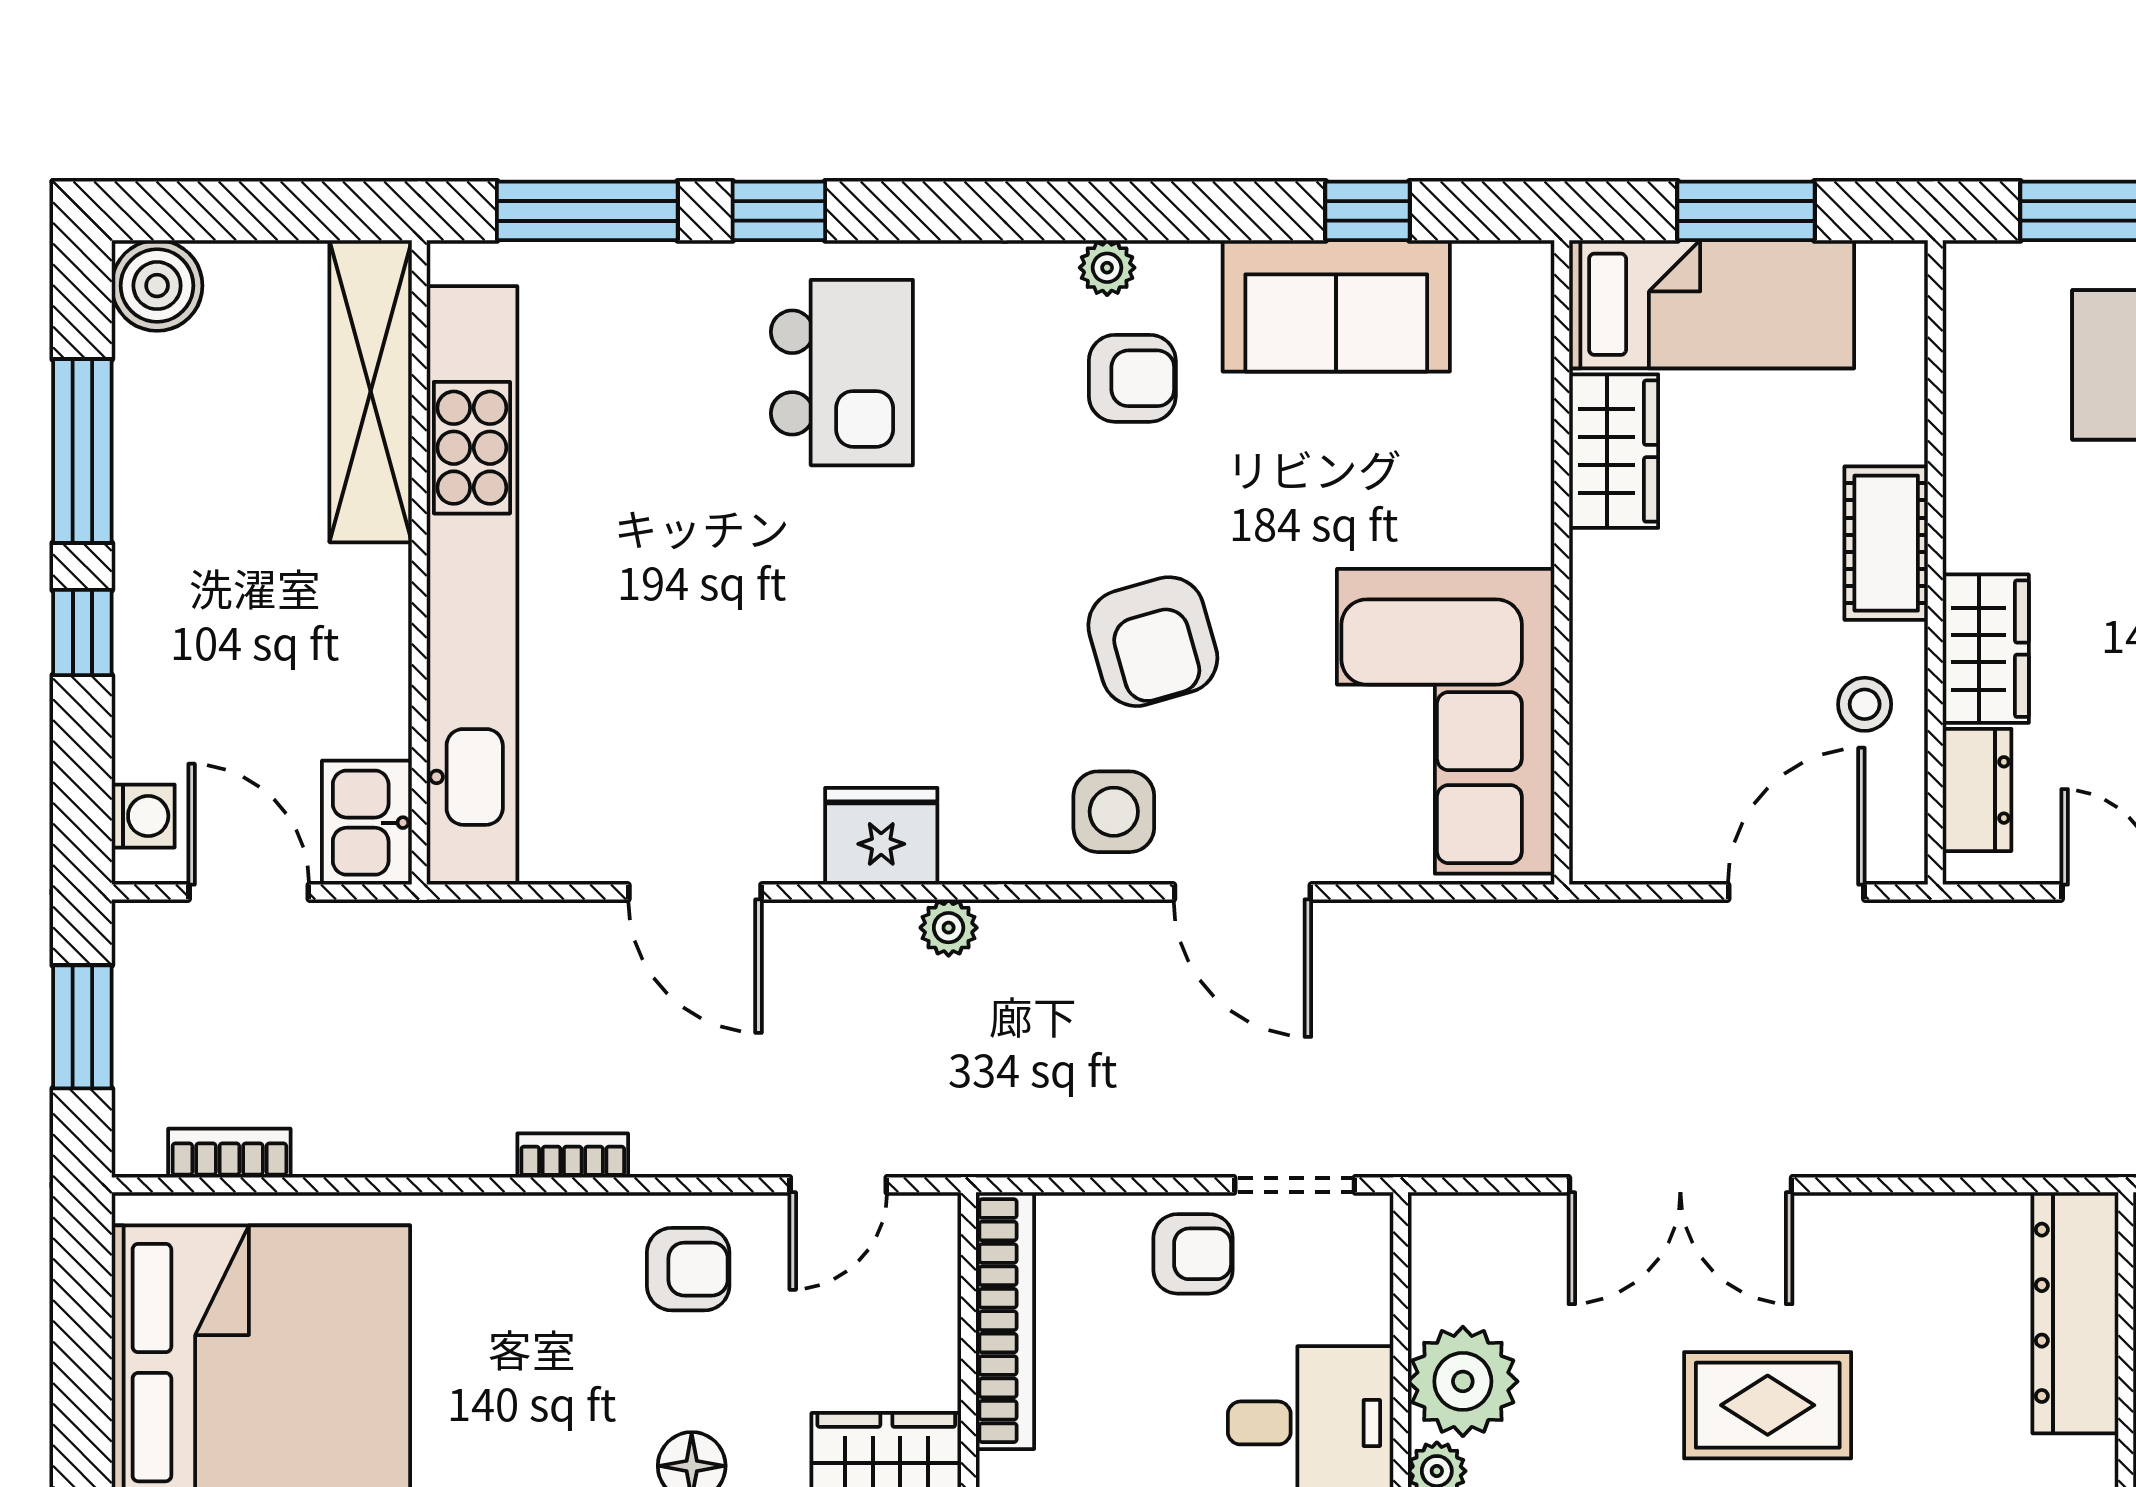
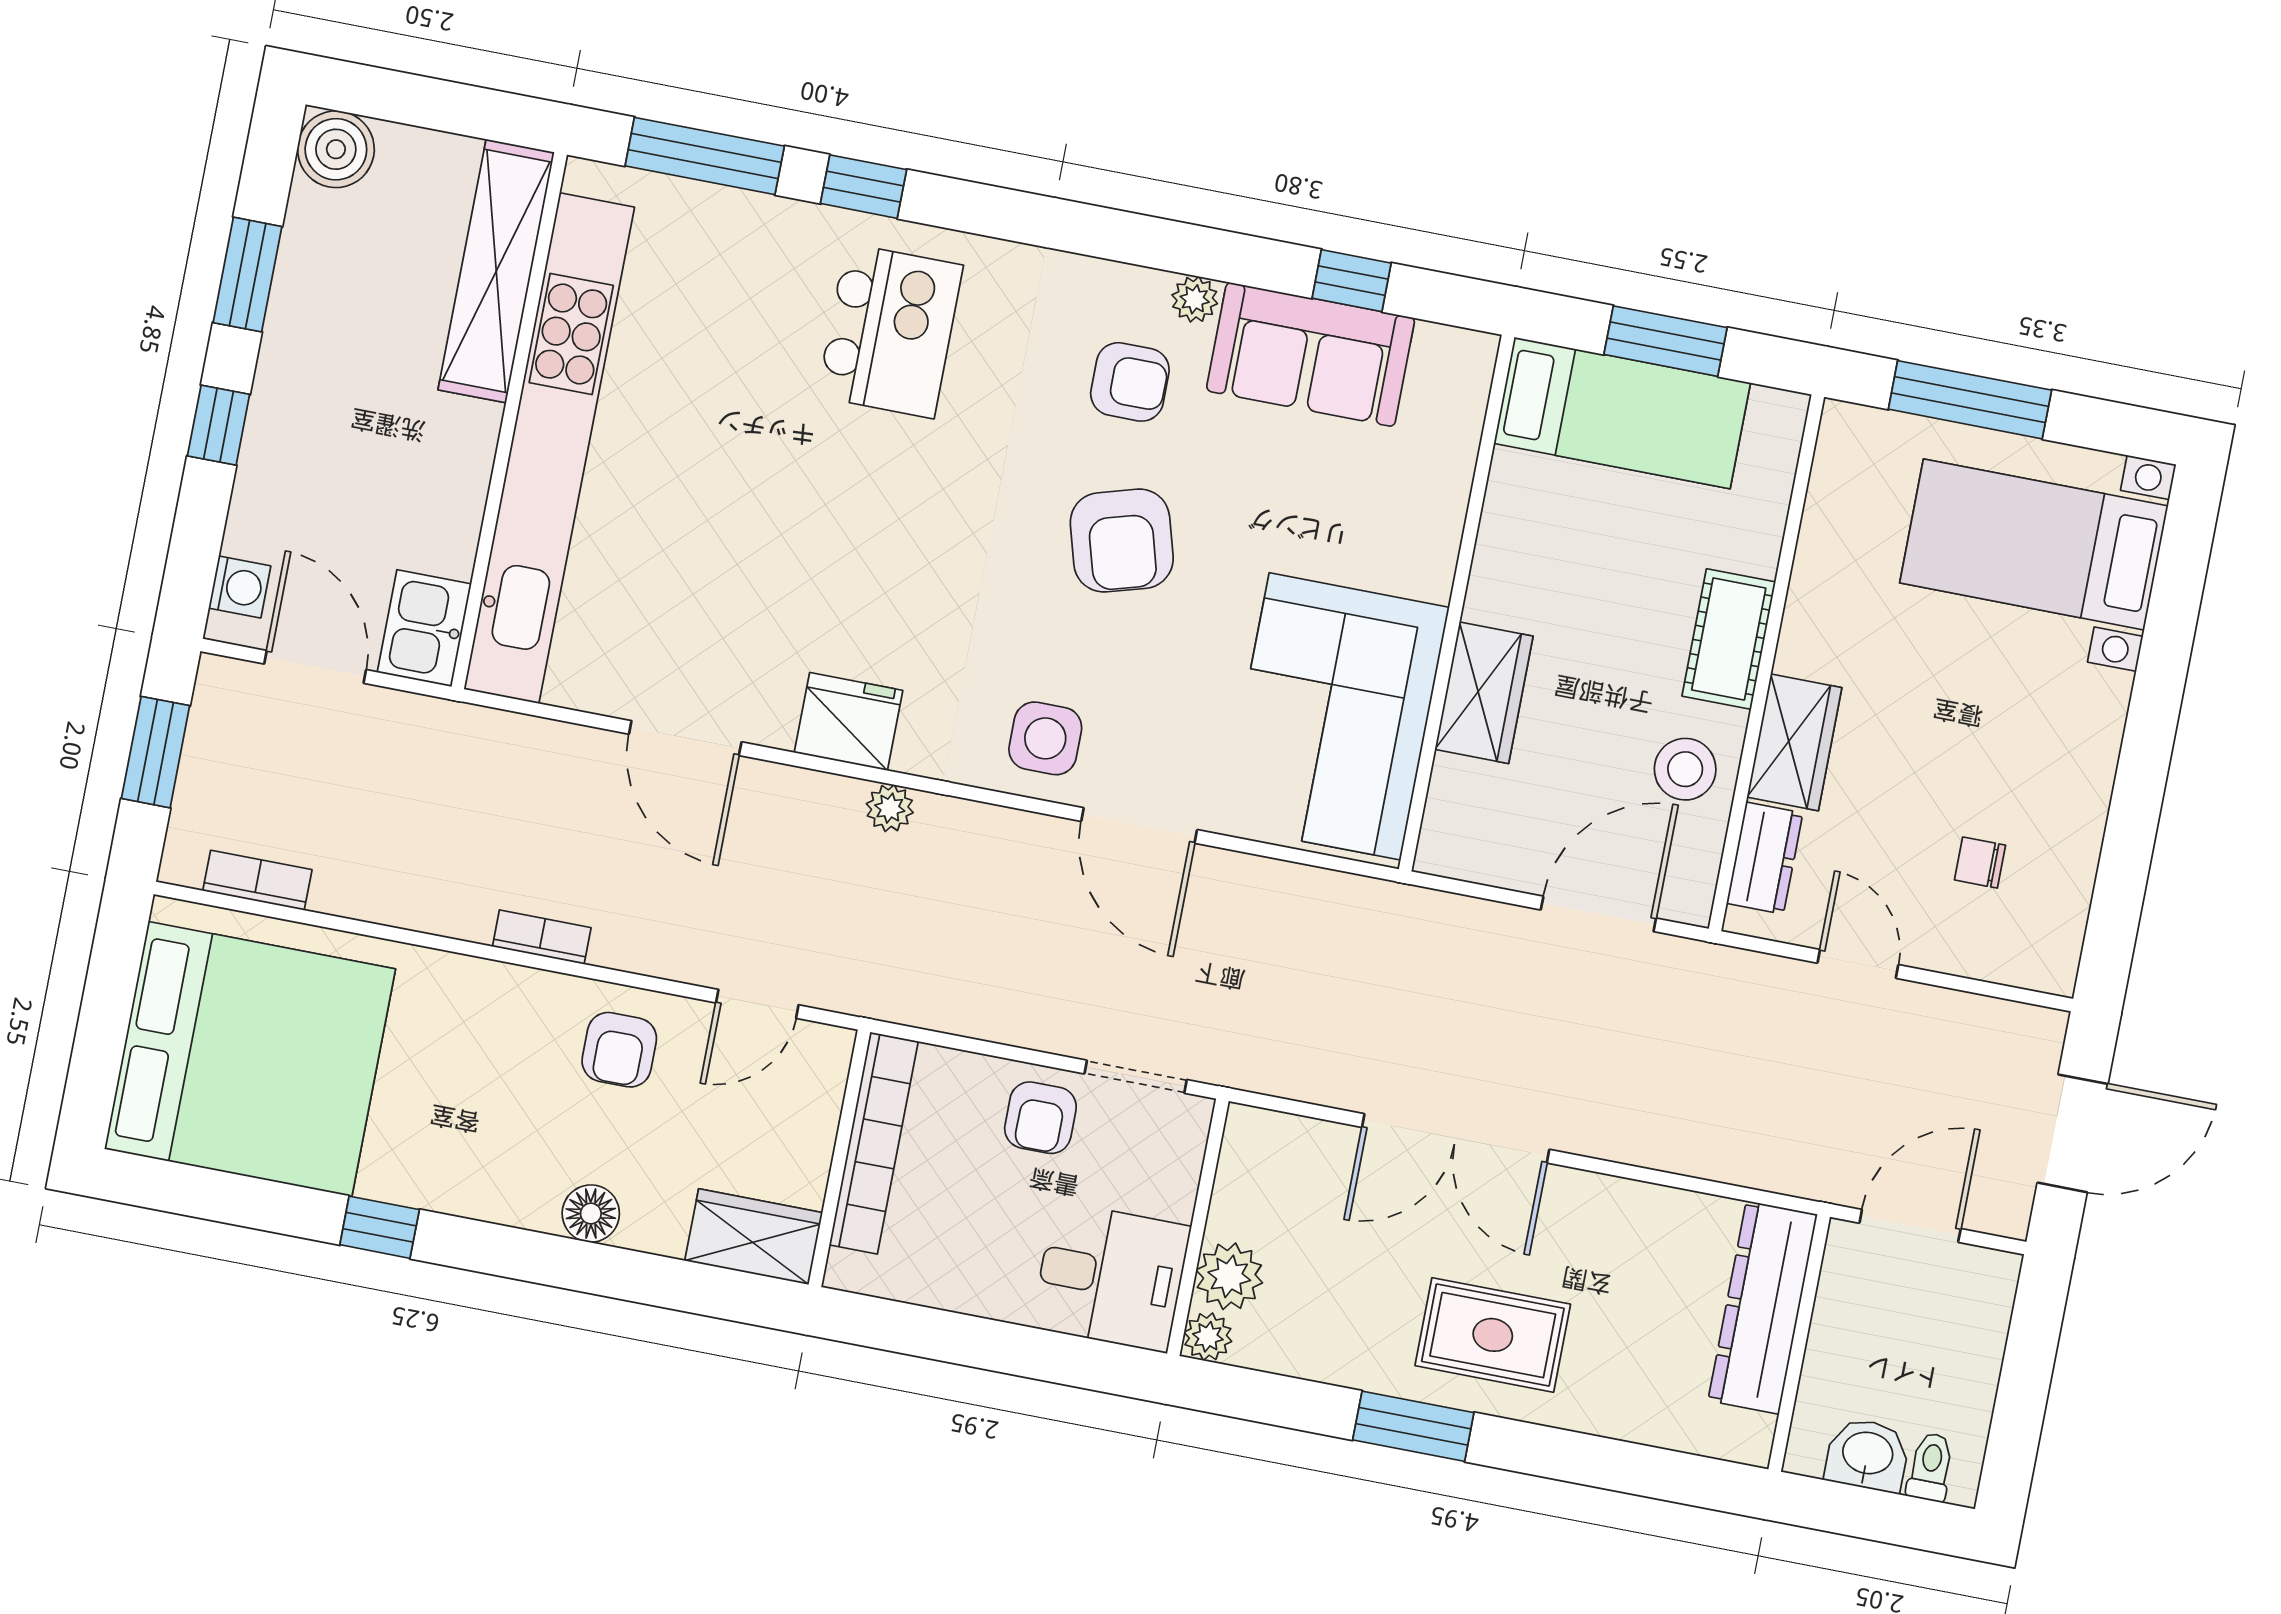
plant: (1107, 268) -> (1195, 299), moved
window: (82, 451) -> (248, 275), width x0.69
wardrobe: (1614, 451) -> (1484, 693), moved
armchair: (1153, 642) -> (1122, 541), moved
stool: (1865, 704) -> (1685, 769), width x1.37, depth x1.37
armchair: (1193, 1254) -> (1040, 1118), turned 90
armchair: (688, 1269) -> (619, 1050), turned 90
plant: (1463, 1381) -> (1229, 1276), width x0.73, depth x0.73

